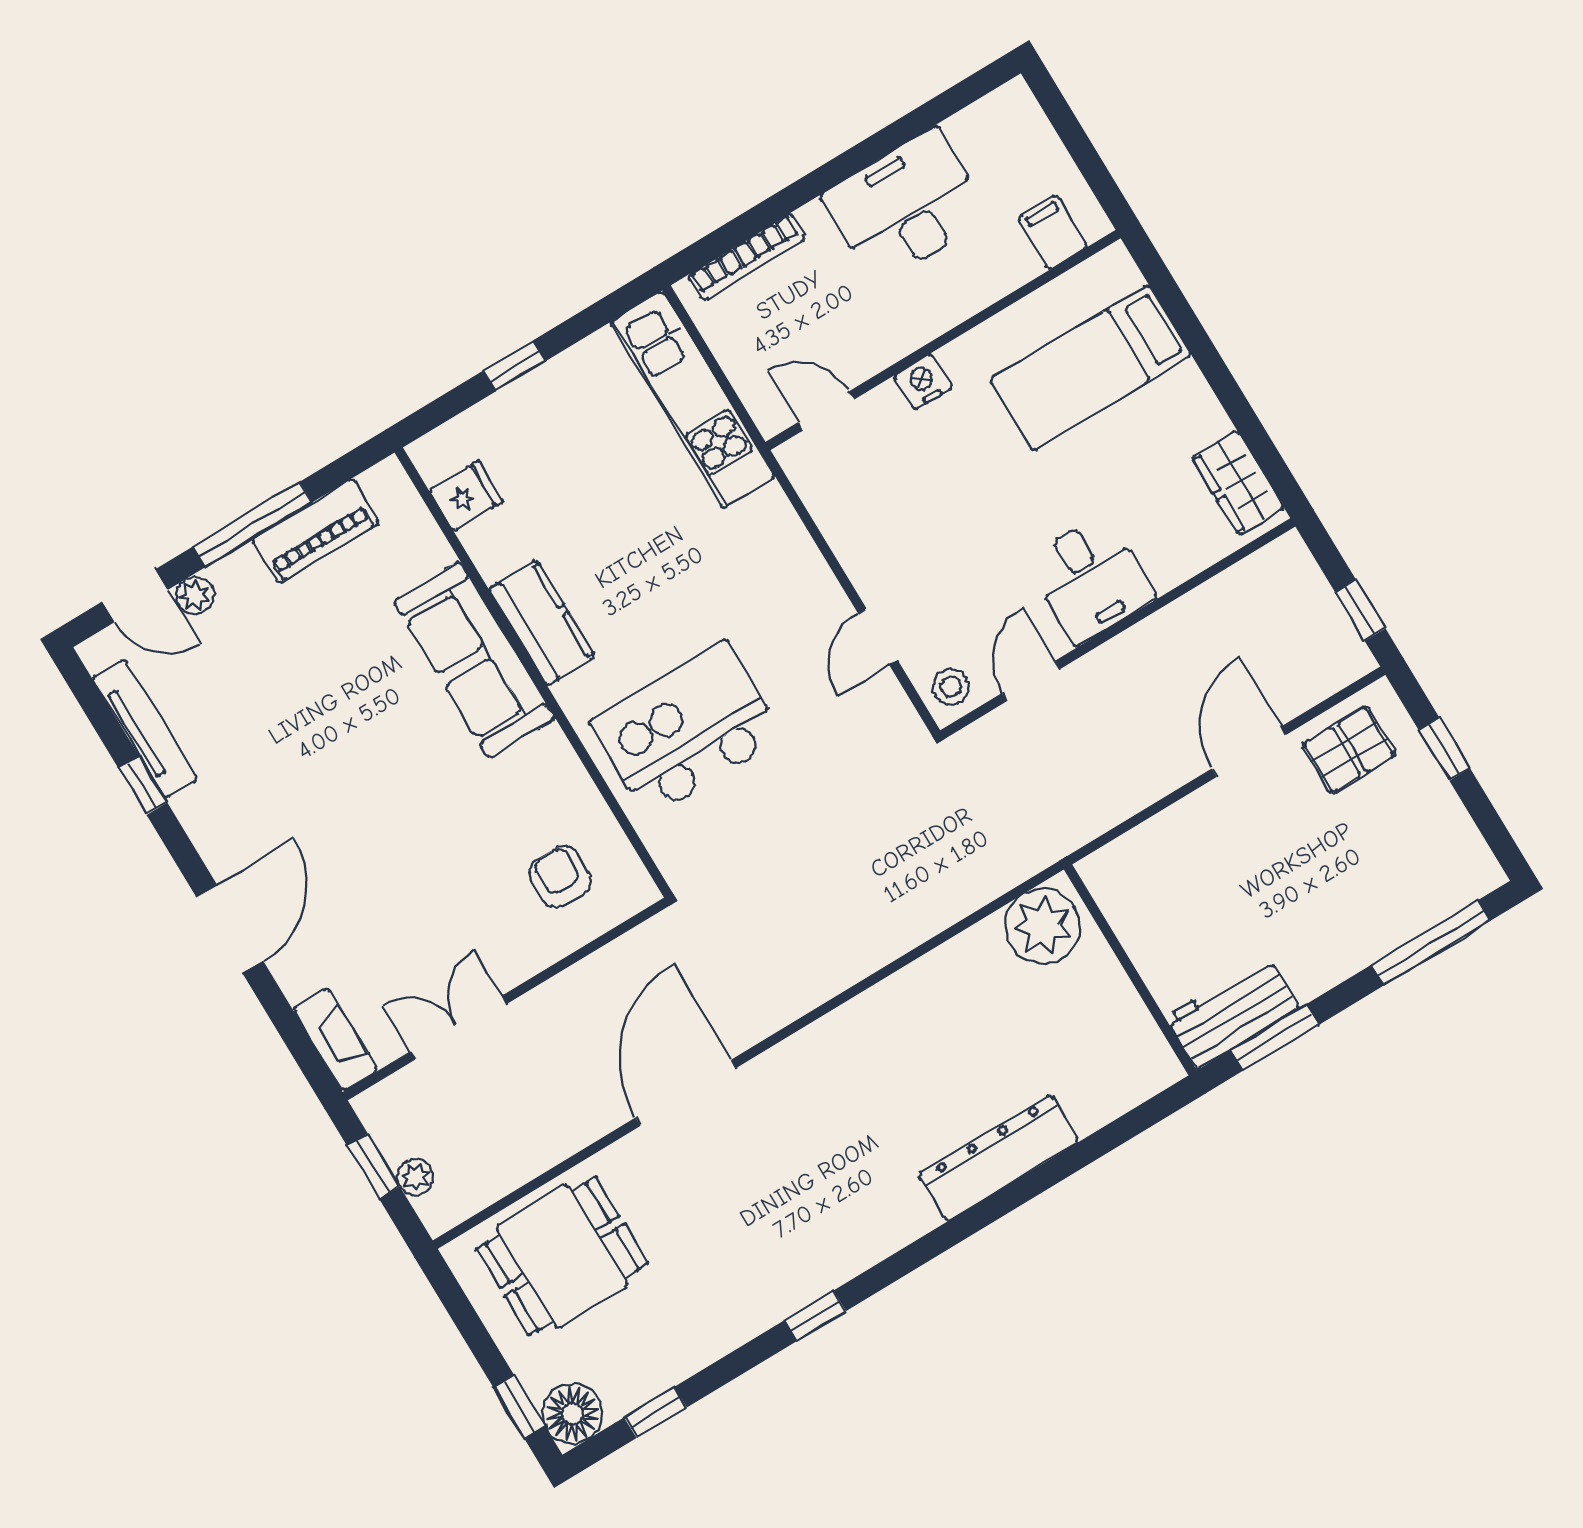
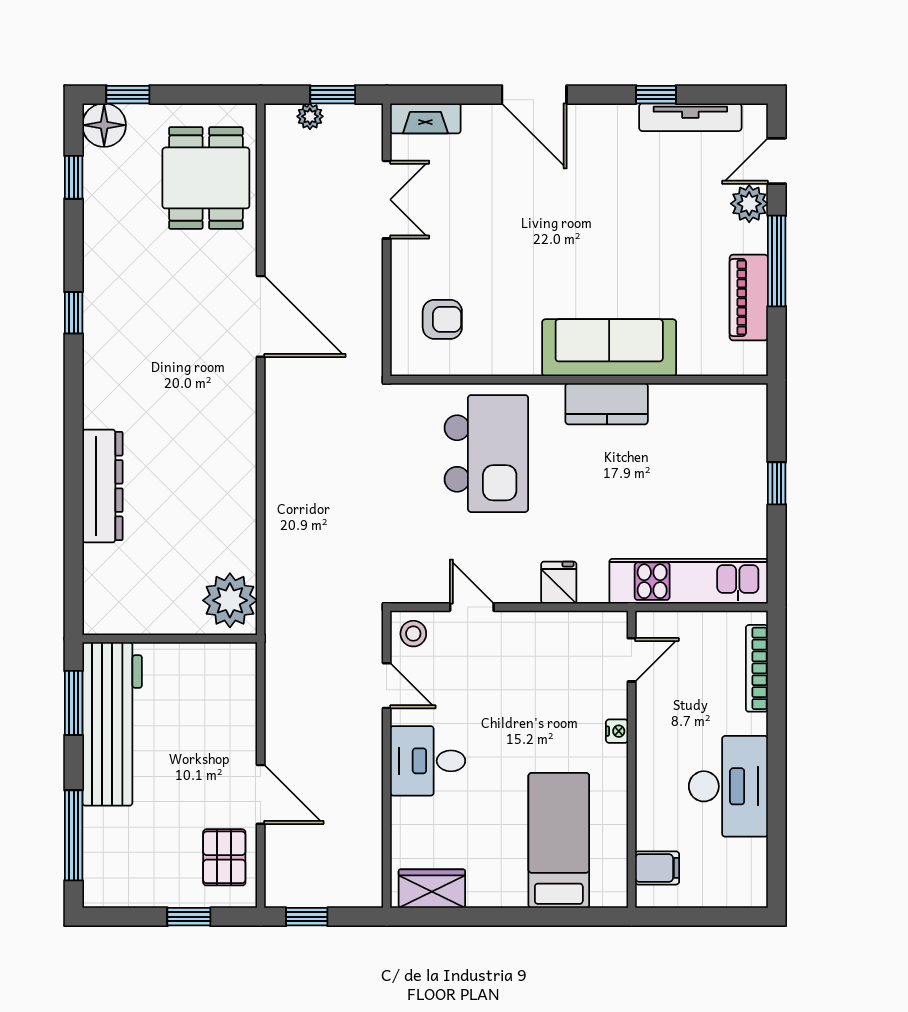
nightstand: (923, 382) -> (617, 731), width x0.72, depth x0.74
fridge: (466, 496) -> (559, 583), moved, turned 180
plant: (195, 595) -> (749, 204), width x1.38, depth x1.38
workbench: (1232, 1013) -> (112, 724), width x1.88, depth x1.32

